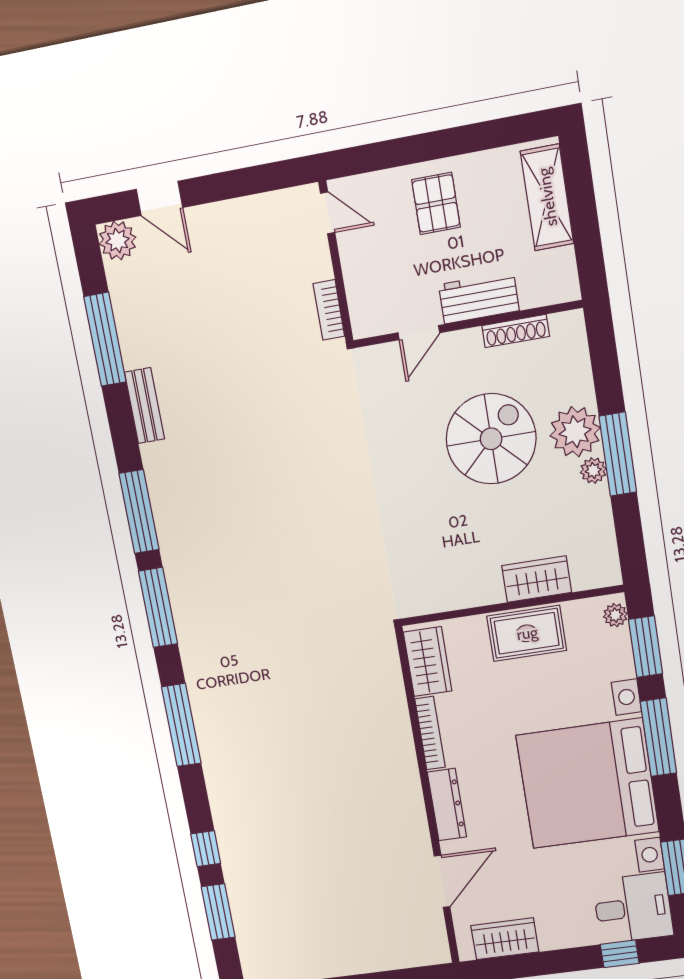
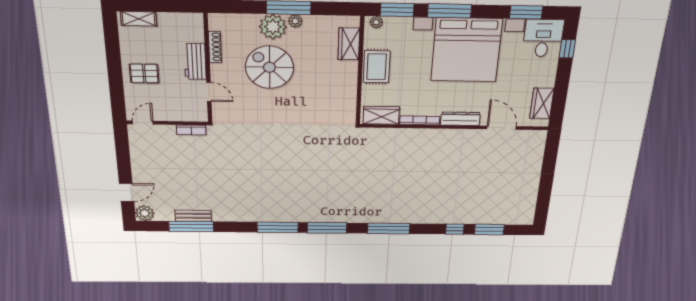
shelving: (547, 197) -> (139, 19), width x0.67, depth x0.75
bench: (144, 406) -> (193, 216), moved
wardrobe: (537, 579) -> (349, 44), moved

